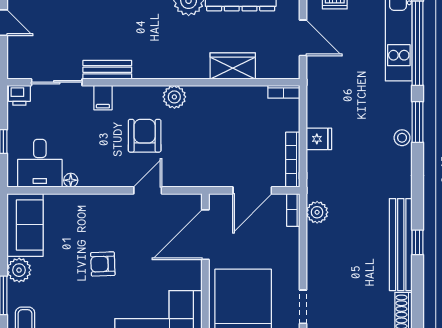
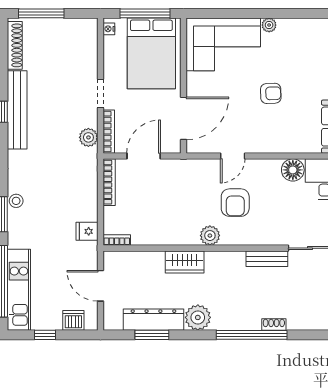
wardrobe: (233, 66) -> (185, 262), moved
filing cabinet: (103, 98) -> (271, 235), removed
fridge: (319, 139) -> (87, 231), moved
floor lamp: (71, 180) -> (293, 170), width x1.89, depth x1.89
bookcase: (293, 210) -> (109, 132), width x1.56
doorway: (303, 307) -> (100, 94), moved

